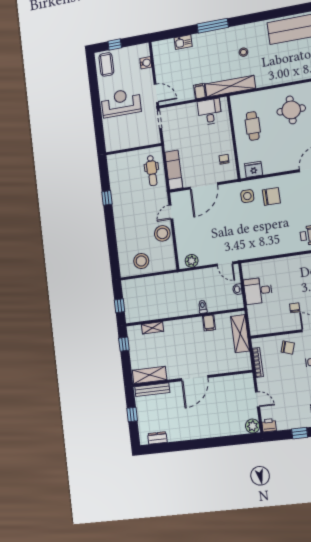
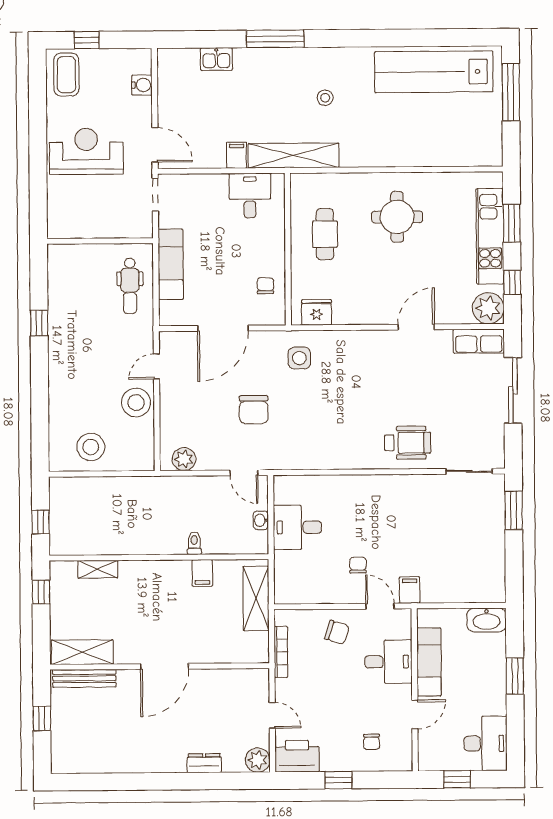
exam couch: (174, 170) -> (171, 264), moved
chair: (271, 196) -> (254, 410), moved, turned 90
printer: (269, 425) -> (297, 756), width x1.87, depth x1.48
dresser: (157, 438) -> (204, 763), moved

